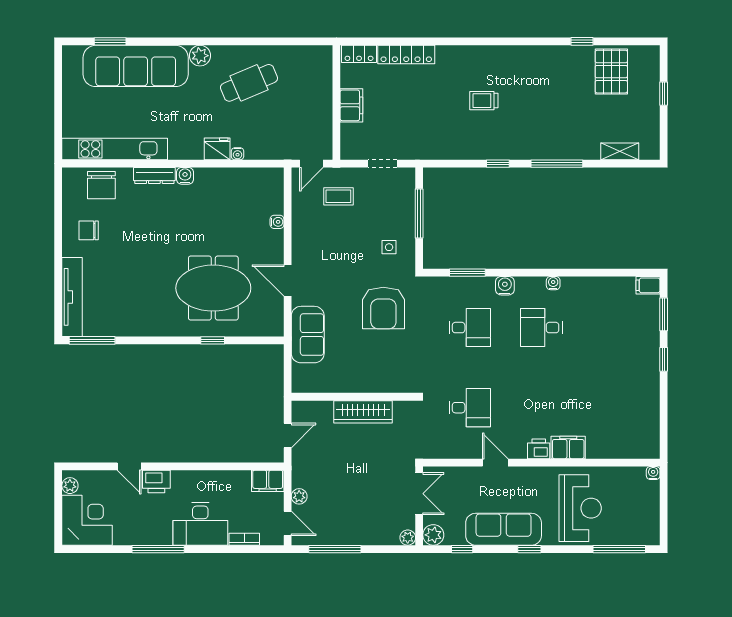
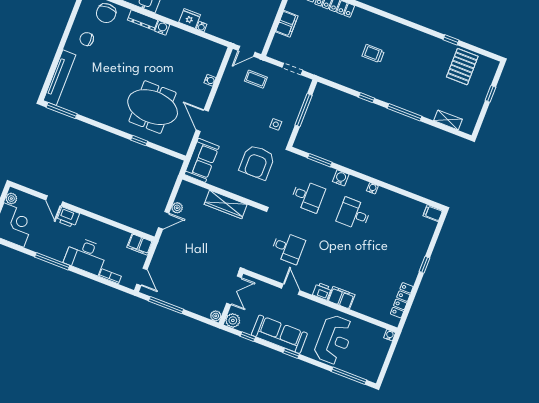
window: (664, 314) -> (436, 236), removed
wall: (353, 397) -> (223, 192), moved
wardrobe: (363, 412) -> (226, 204), moved
locker: (651, 419) -> (402, 300), added
plant: (299, 496) -> (177, 208), moved

